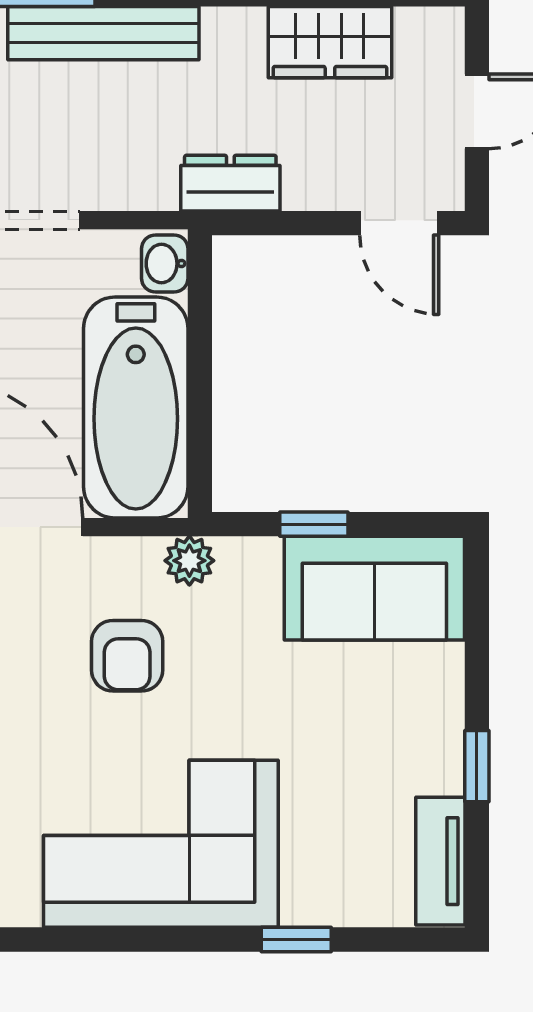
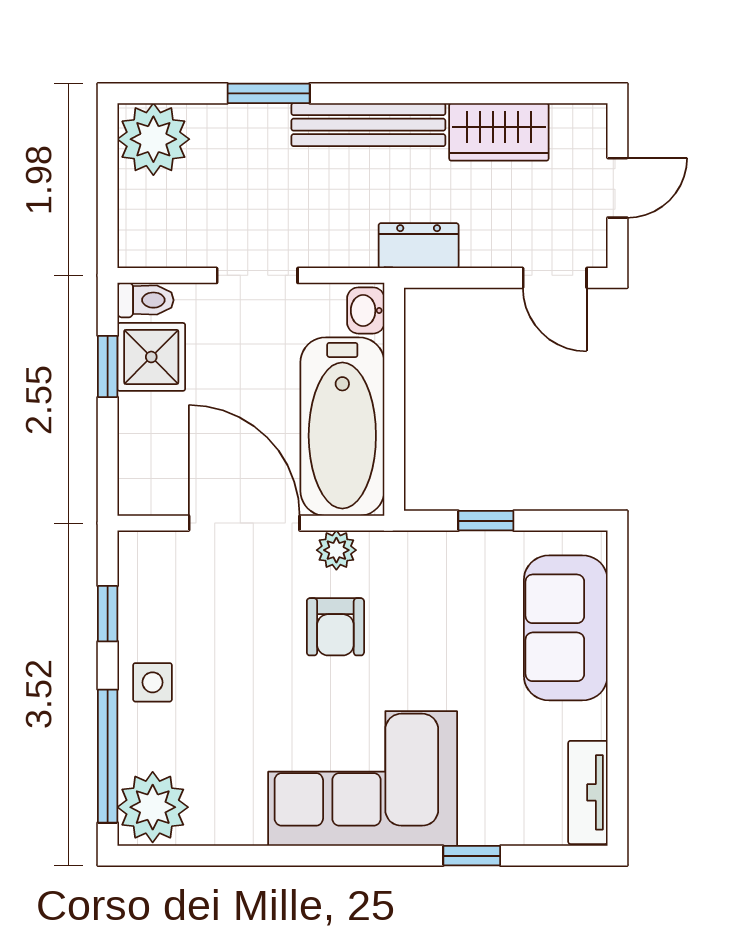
bench: (103, 33) -> (368, 125), moved
plant: (189, 561) -> (336, 550), moved
sofa: (374, 588) -> (566, 628), moved, turned 90
window: (477, 766) -> (617, 716), removed

